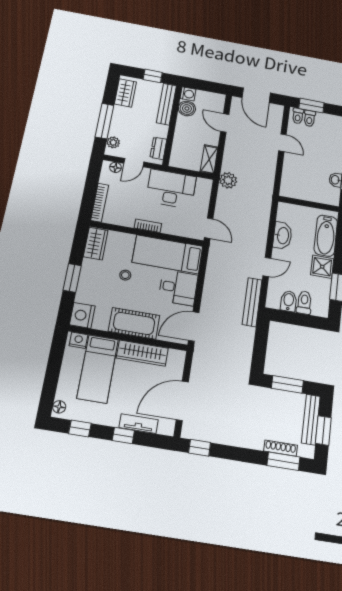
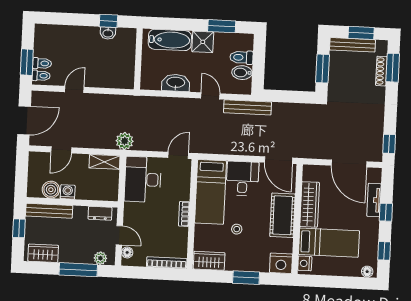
washing machine: (188, 94) -> (68, 192), moved
desk: (171, 189) -> (143, 179), moved

